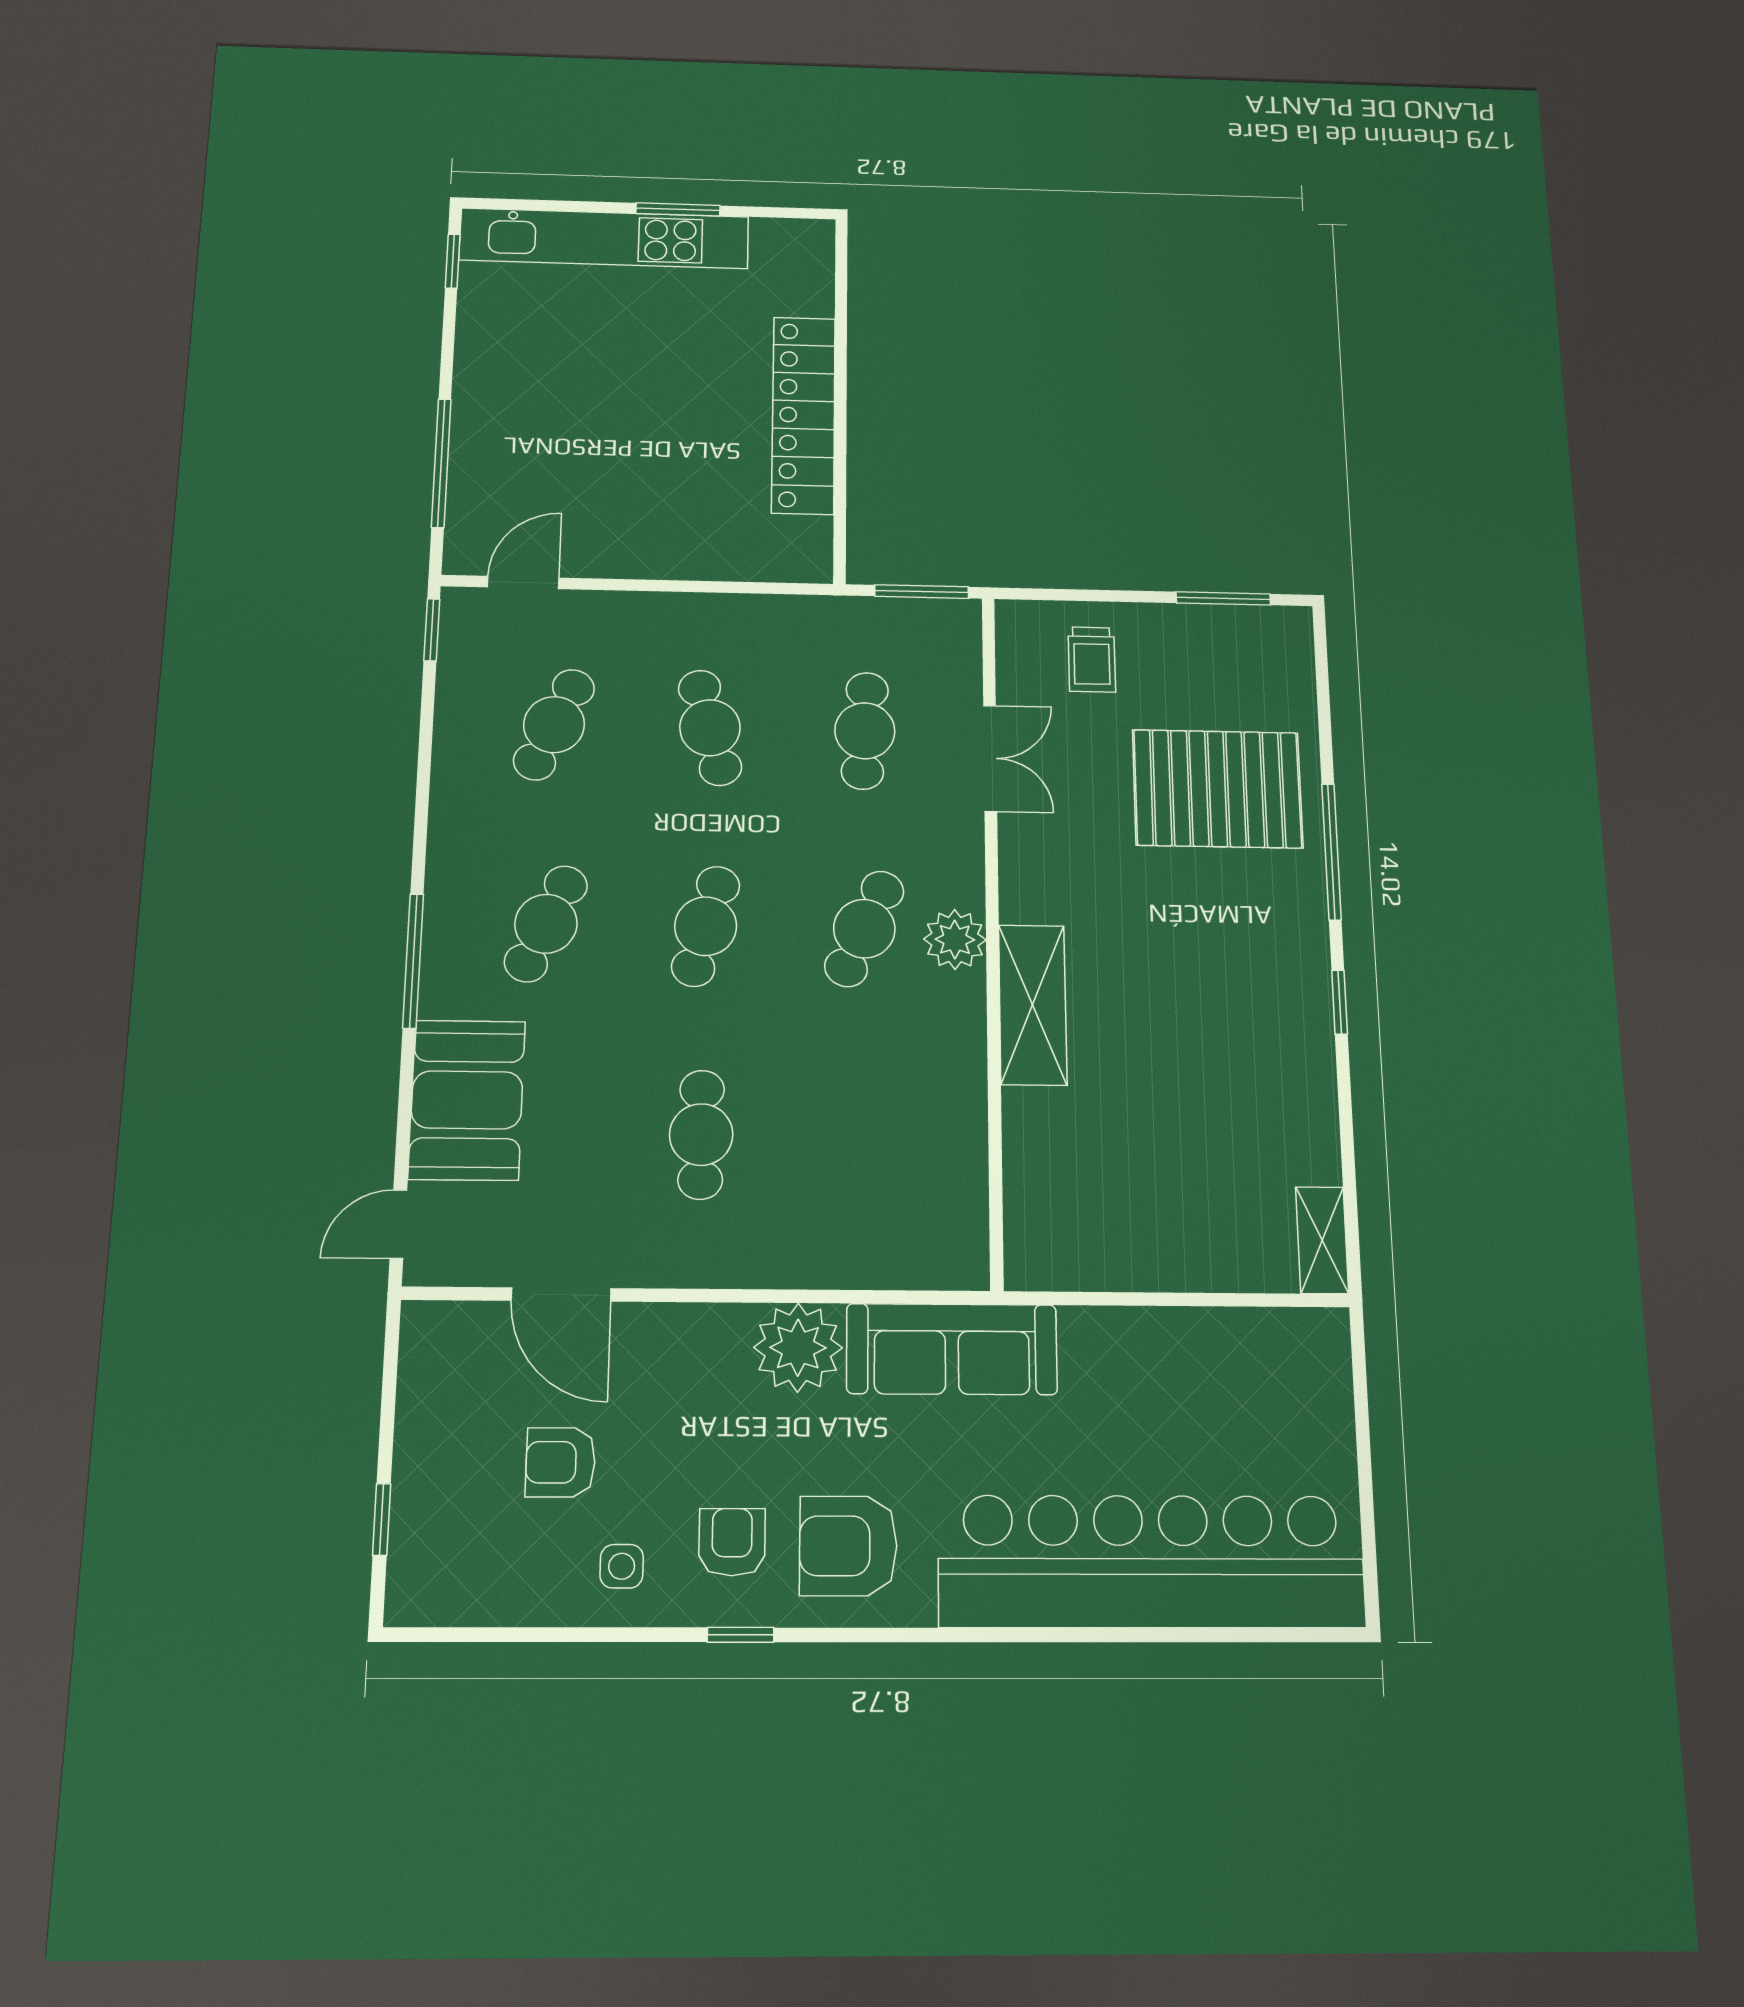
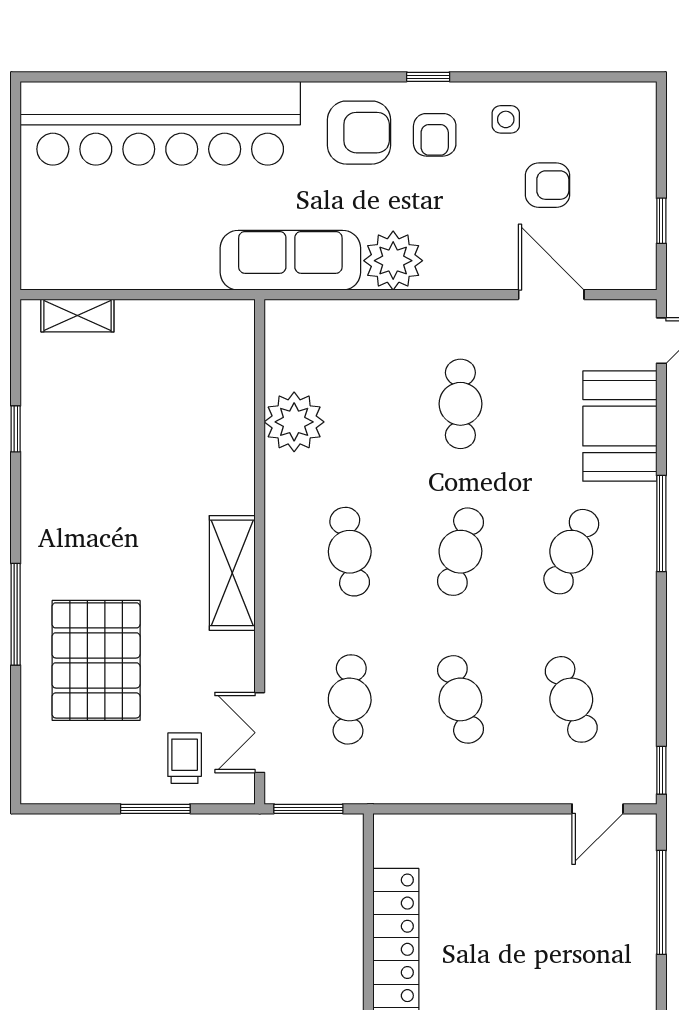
window: (1223, 598) -> (155, 809), moved
cafe table: (554, 725) -> (571, 699), turned -45
double door: (990, 758) -> (260, 733), moved
pallet: (1217, 789) -> (96, 660), turned 90
cafe table: (864, 929) -> (350, 552), turned -33
plant: (955, 939) -> (294, 422), moved, width x1.36, depth x1.36
window: (1340, 1002) -> (16, 429), moved
shelving: (1033, 1005) -> (232, 573), moved
shelving: (1322, 1240) -> (77, 315), moved, turned 90
window: (382, 1520) -> (661, 221), moved

